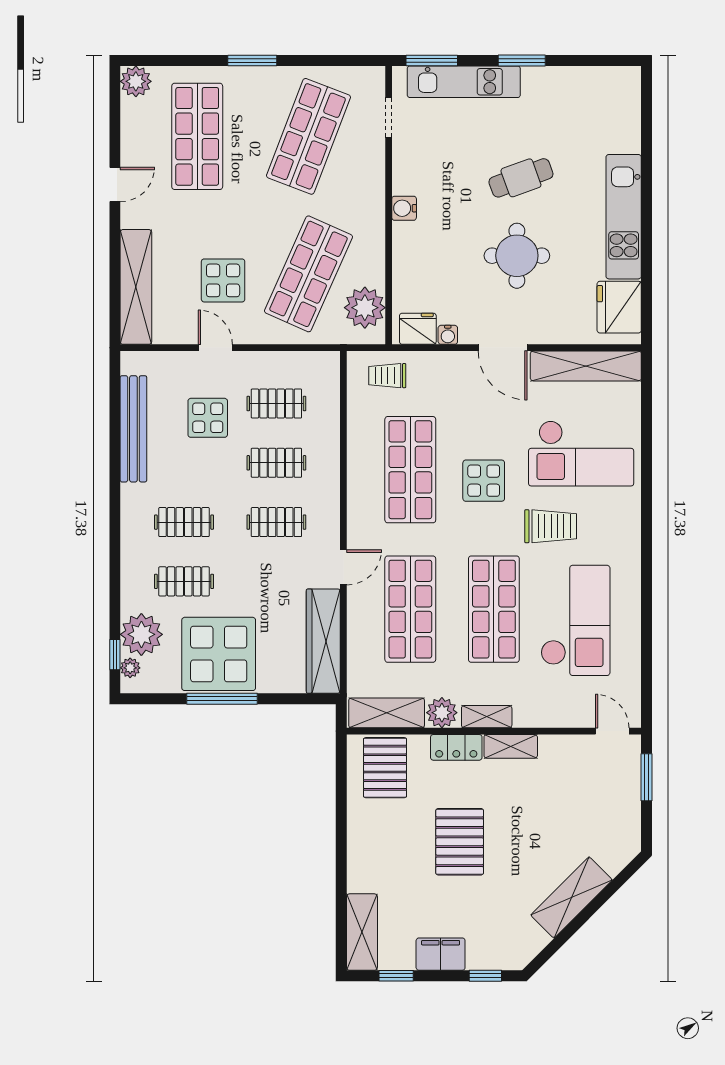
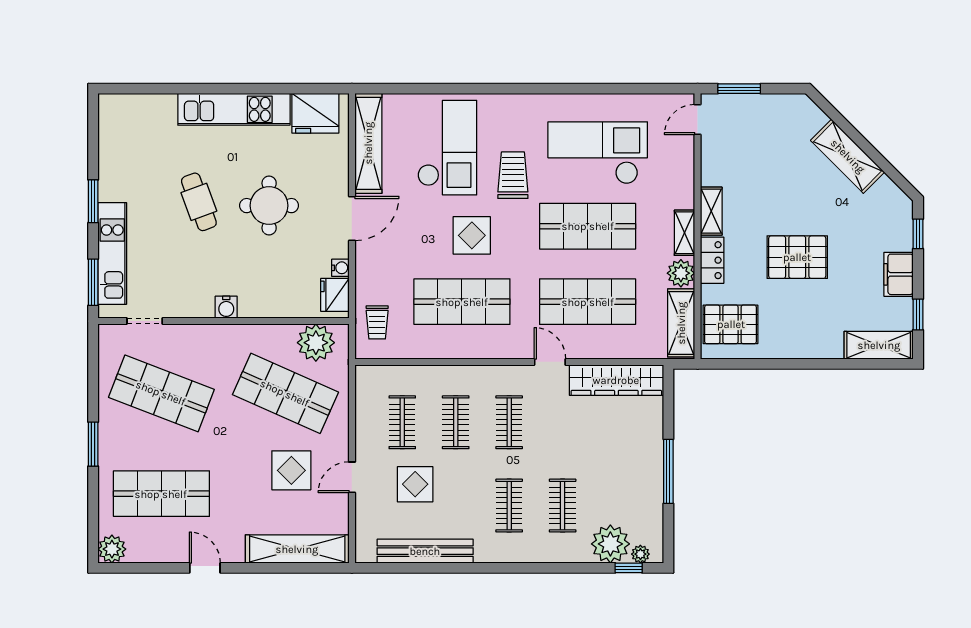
display table: (219, 654) -> (628, 474), removed

